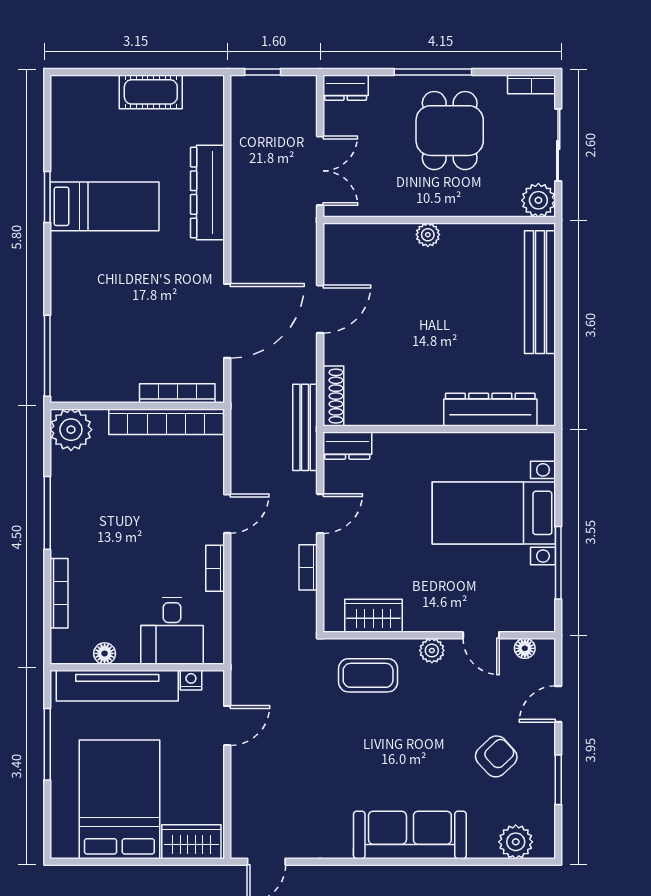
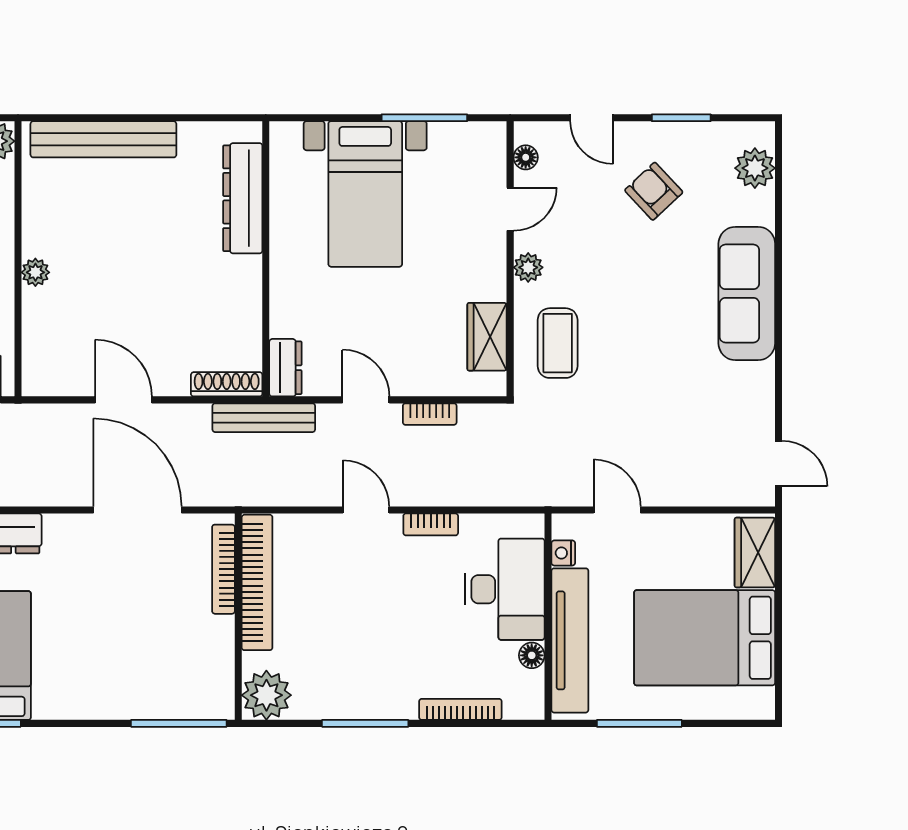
desk: (172, 631) -> (505, 589), width x1.37

